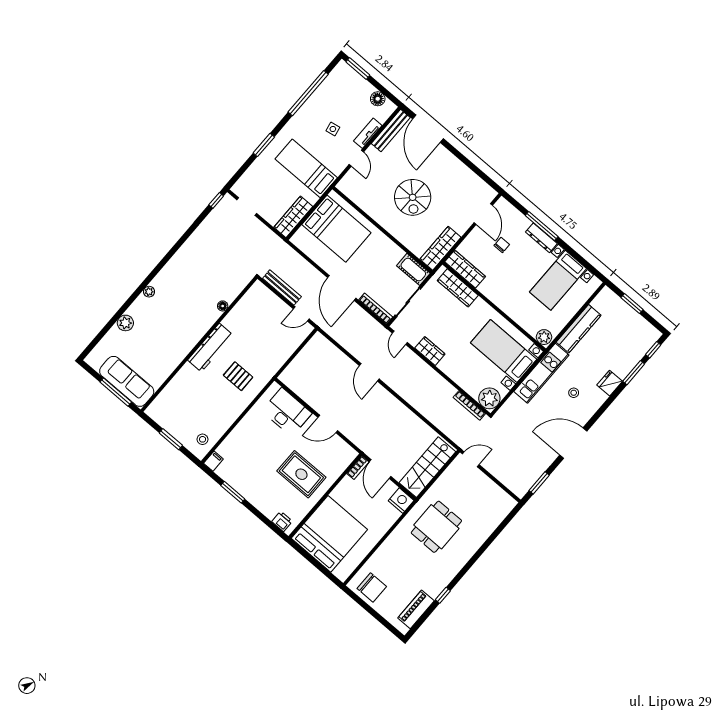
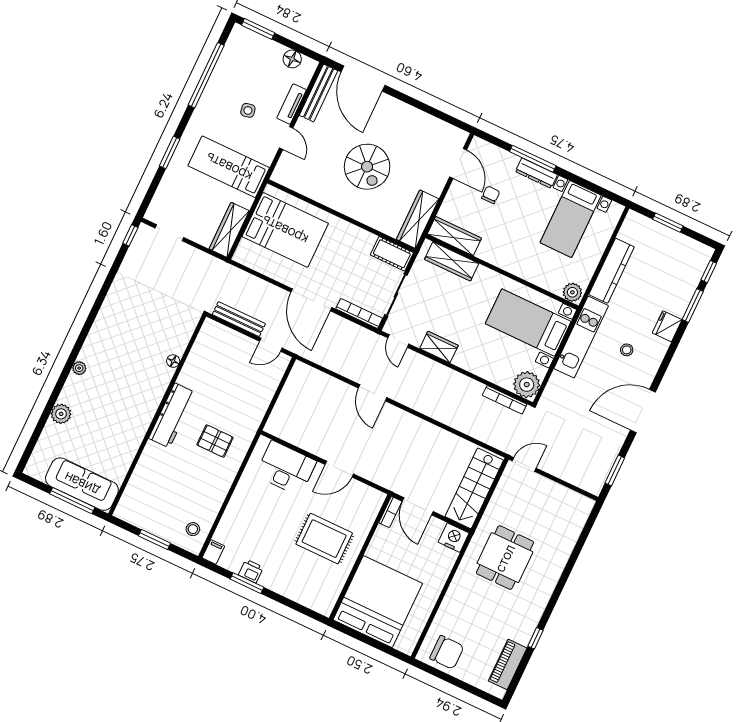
printer: (282, 521) -> (251, 571), moved

